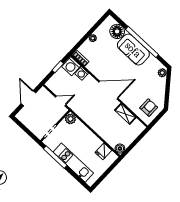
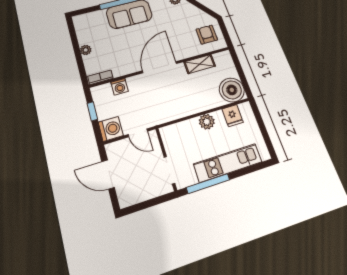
floor lamp: (117, 31) -> (97, 19), removed
washing machine: (71, 66) -> (111, 129), moved, turned -90
door: (61, 101) -> (138, 133), swing flipped
plant: (70, 119) -> (207, 122), moved
boiler: (120, 149) -> (232, 90), width x1.86, depth x1.86

